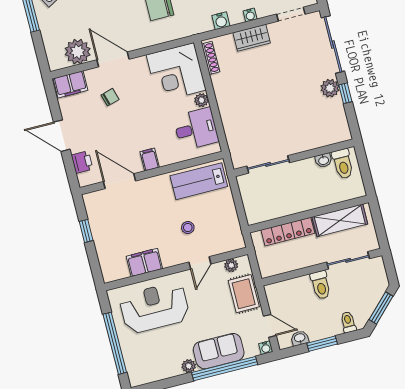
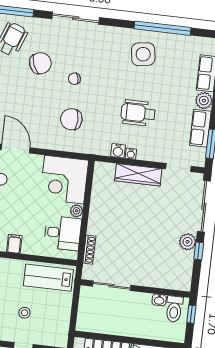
water cooler: (250, 15) -> (131, 154), moved
wardrobe: (252, 38) -> (138, 175), width x1.50
shoe rack: (211, 58) -> (89, 250), moved
window: (363, 162) -> (191, 314), added

